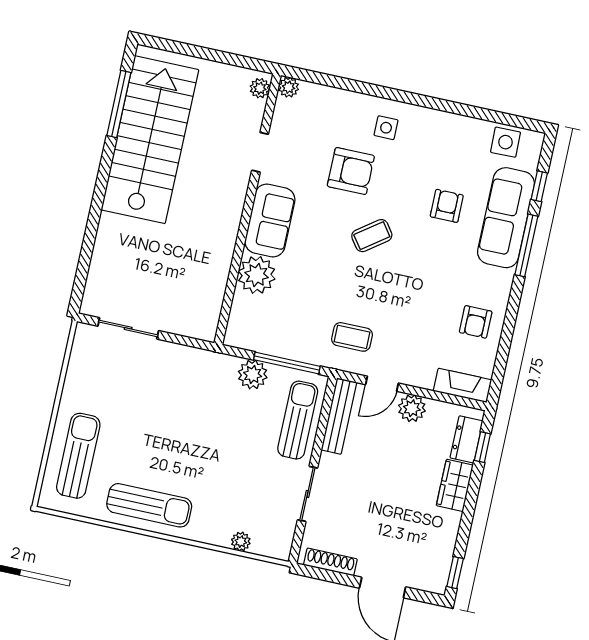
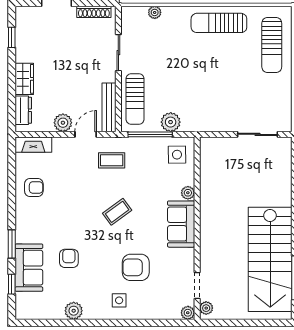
plant: (457, 127) -> (74, 311), added
side table: (505, 142) -> (177, 155), moved
doorway: (260, 152) -> (197, 286), moved
armchair: (447, 206) -> (69, 258), turned 180
sofa: (506, 218) -> (29, 268), width x0.73
coffee table: (372, 236) -> (117, 212), moved
window: (526, 245) -> (12, 244), width x0.69
plant: (257, 275) -> (188, 193), width x0.53, depth x0.53
armchair: (476, 322) -> (34, 187), turned 90
window: (482, 447) -> (12, 107), removed
window: (455, 573) -> (12, 37), moved

